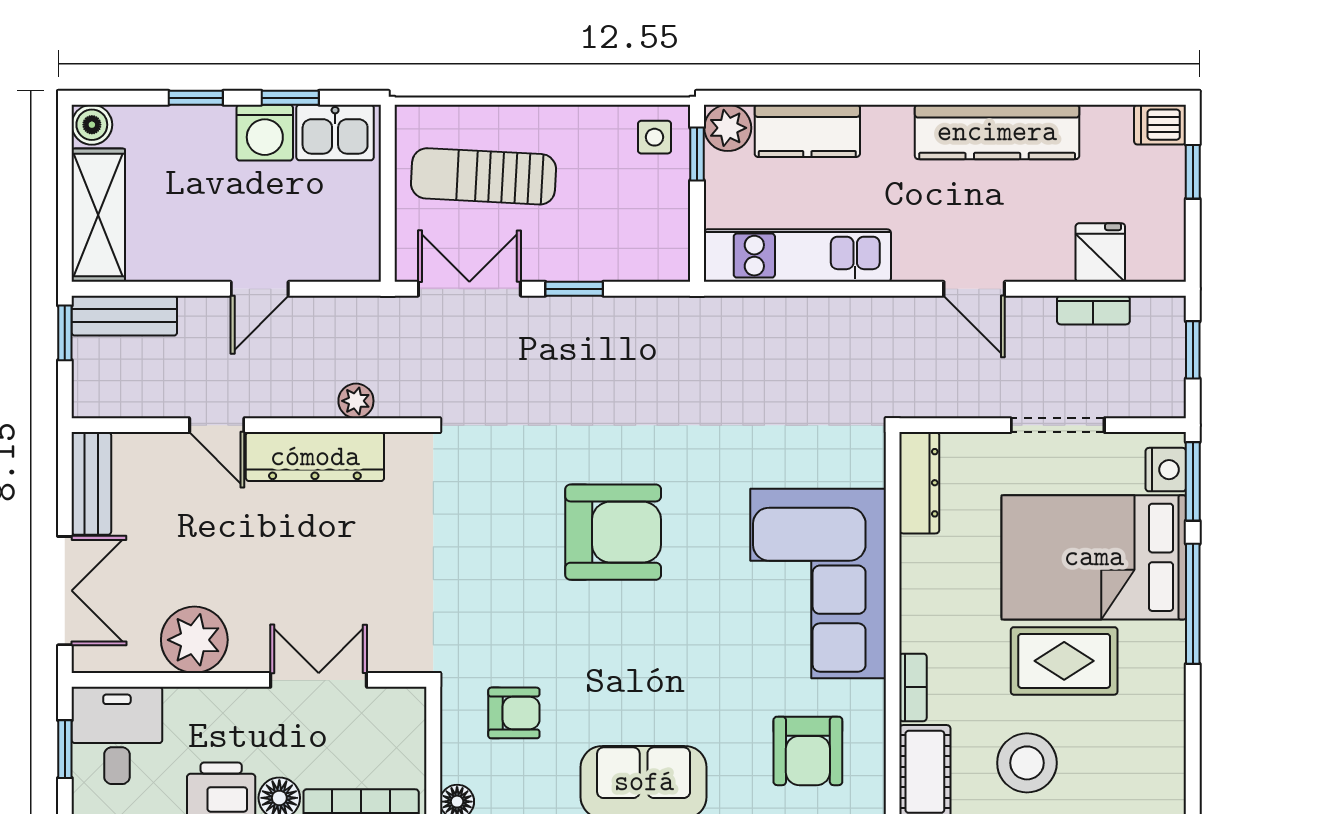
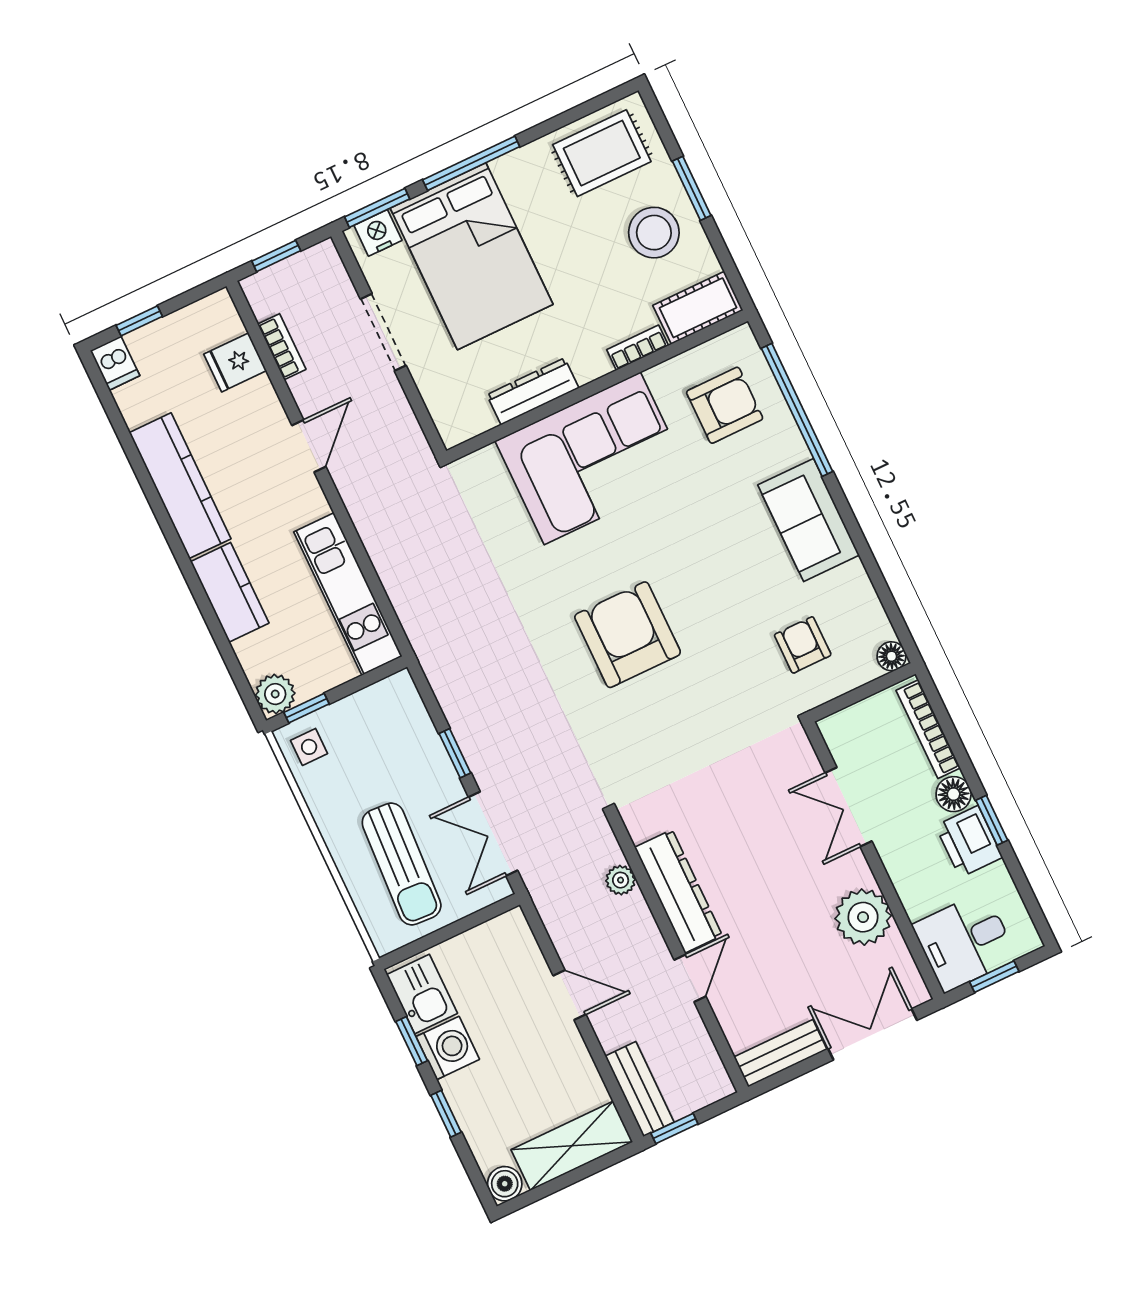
kitchen counter: (807, 131) -> (230, 592), moved
dresser: (919, 483) -> (533, 391), moved
rug: (1064, 661) -> (602, 153), moved, turned 90

